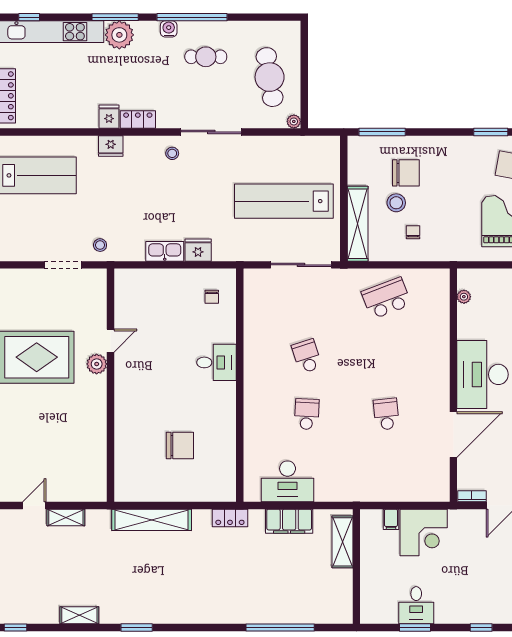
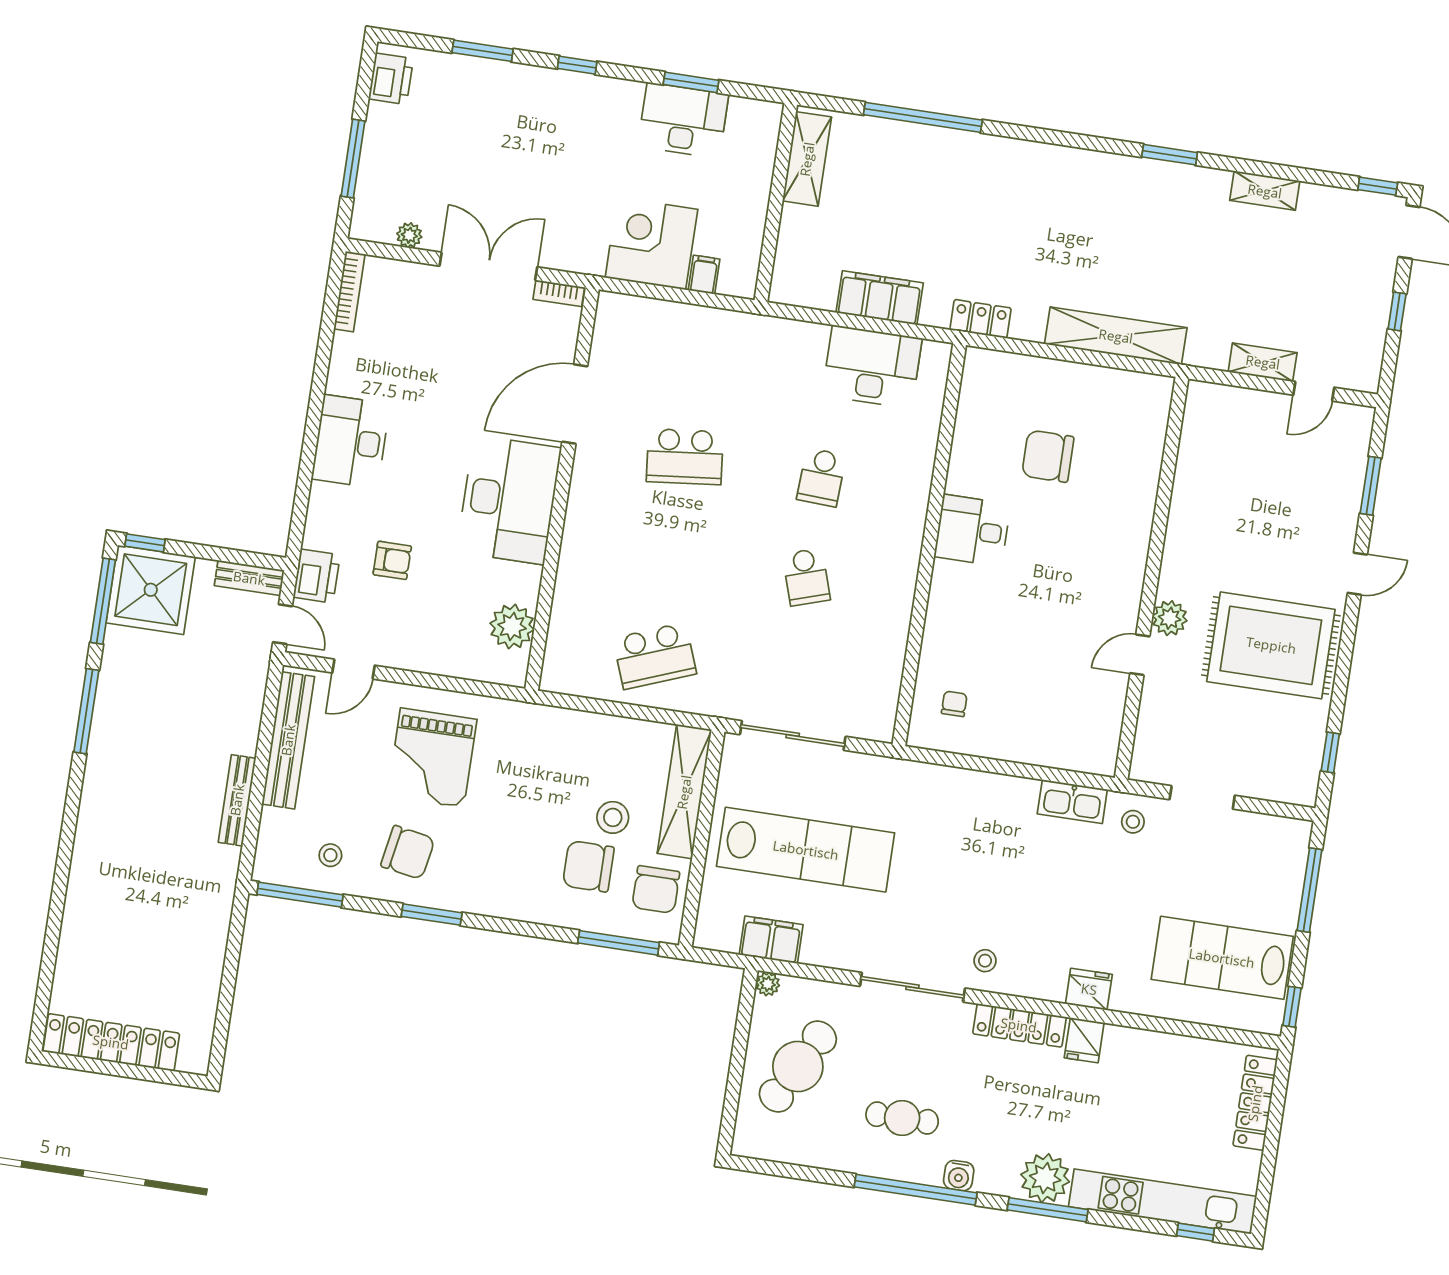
cafe table: (270, 77) -> (798, 1067), turned 37
locker: (138, 120) -> (1019, 1025), width x1.53
filing cabinet: (296, 147) -> (771, 940), added
chair: (413, 232) -> (656, 890), moved, width x1.87, depth x1.87
fridge: (198, 250) -> (966, 788), removed
kitchen sink: (165, 251) -> (1072, 802), moved
plant: (464, 297) -> (512, 626), width x1.88, depth x1.88
desk: (216, 362) -> (972, 530), moved
school desk: (386, 414) -> (685, 457), width x1.85
shelving: (342, 542) -> (807, 159), moved
desk: (416, 605) -> (683, 120), width x1.37

